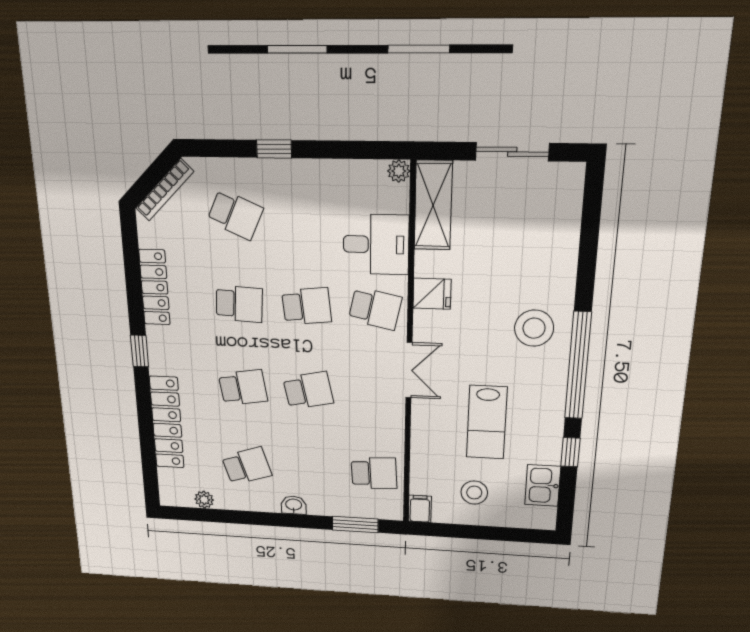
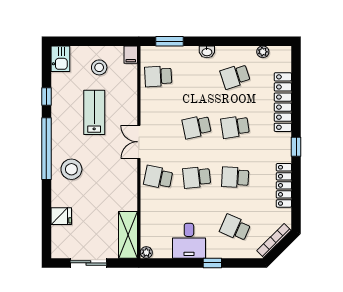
desk: (376, 244) -> (189, 241), moved, turned -90
fridge: (432, 294) -> (61, 216), moved, turned 180
kitchen sink: (543, 485) -> (60, 59), moved

